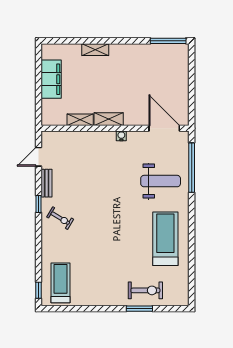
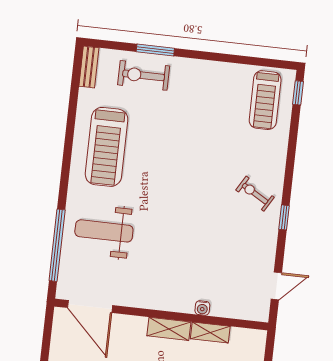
water cooler: (121, 136) -> (202, 308), moved
bench: (47, 183) -> (89, 67), moved

